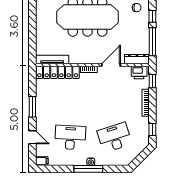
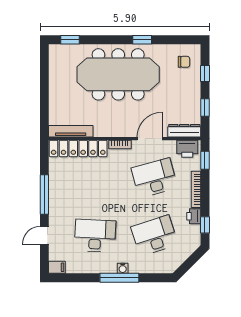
window: (152, 42) -> (205, 107), width x0.46
desk: (115, 94) -> (154, 178), added
window: (32, 107) -> (44, 195), width x1.44
printer: (144, 123) -> (194, 216), added
door: (32, 137) -> (44, 235), swing flipped

